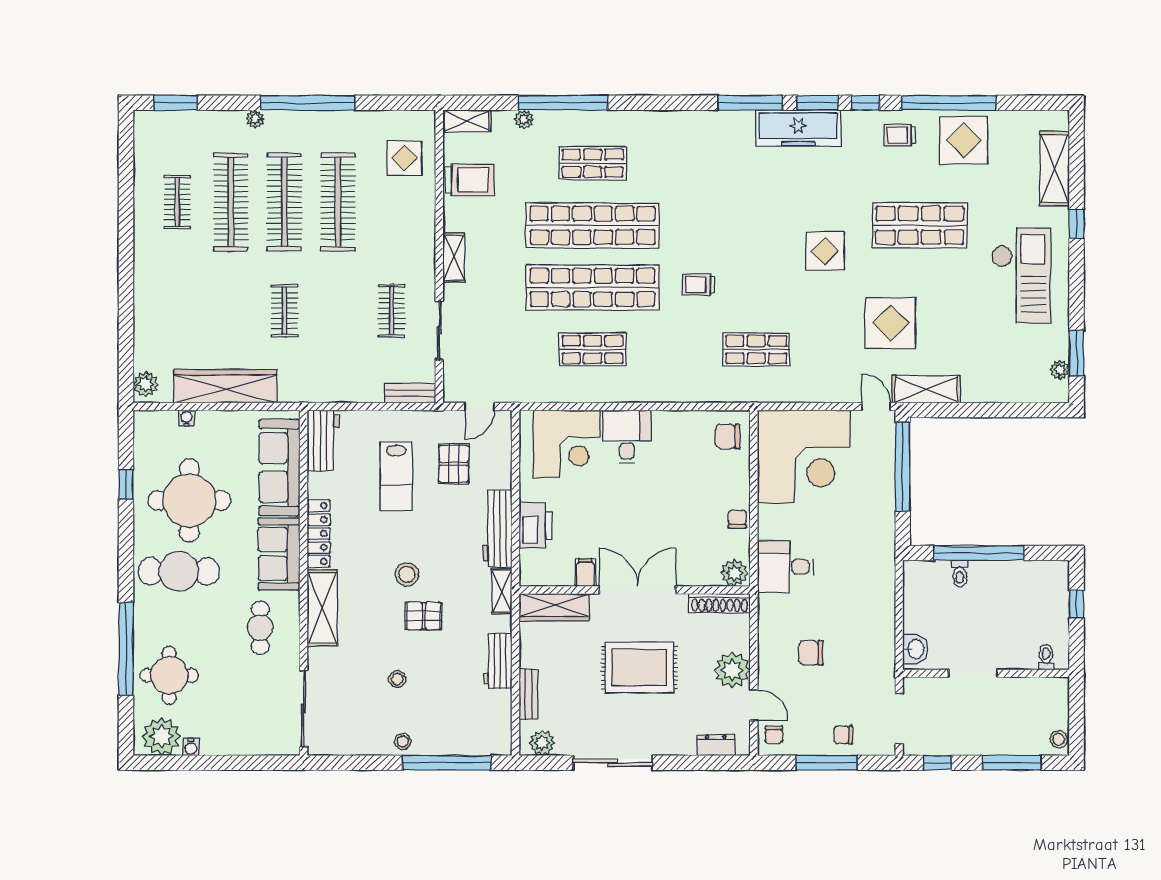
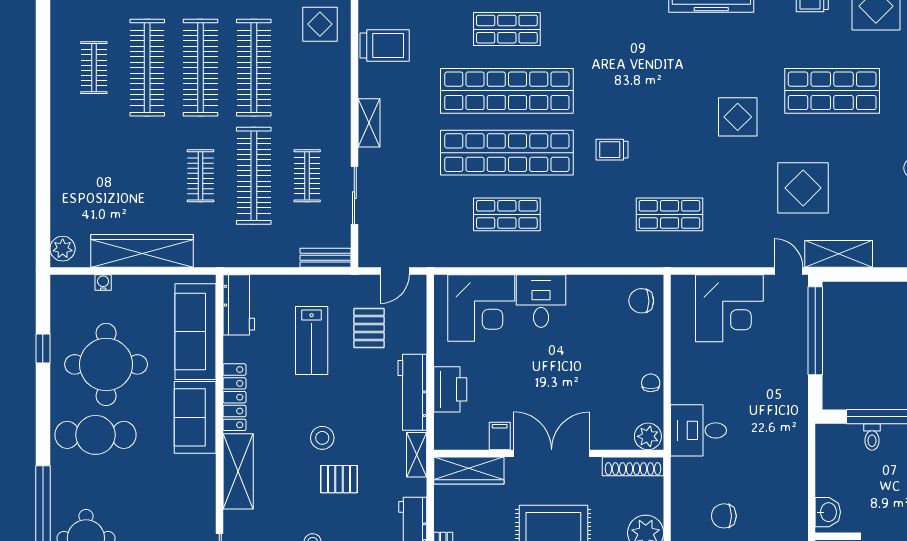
clothes rail: (338, 311) -> (254, 176), added
corner desk: (804, 456) -> (729, 308), width x0.74, depth x0.74
cafe table: (260, 628) -> (176, 491), removed

